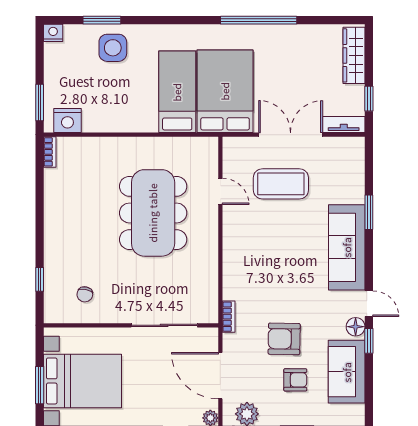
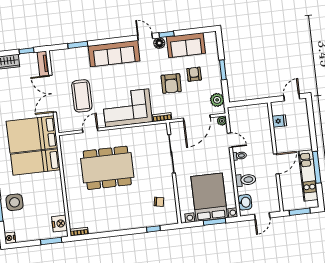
window: (369, 212) -> (78, 45), moved
corner sofa: (251, 259) -> (127, 108), added
door: (369, 304) -> (145, 37), hinge flipped

